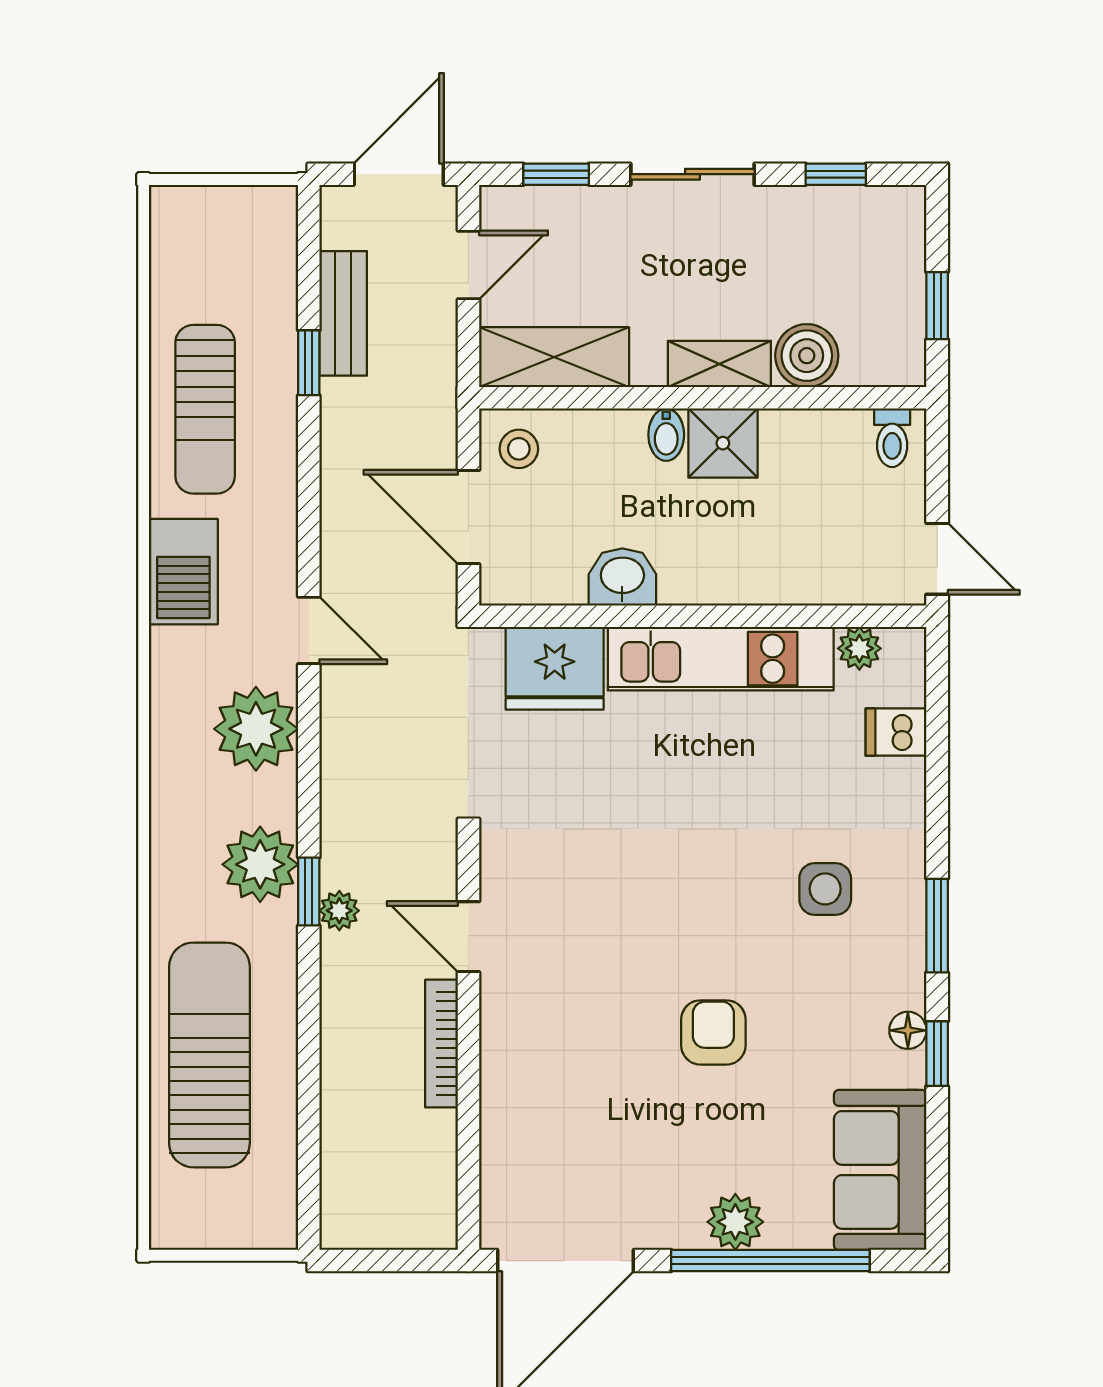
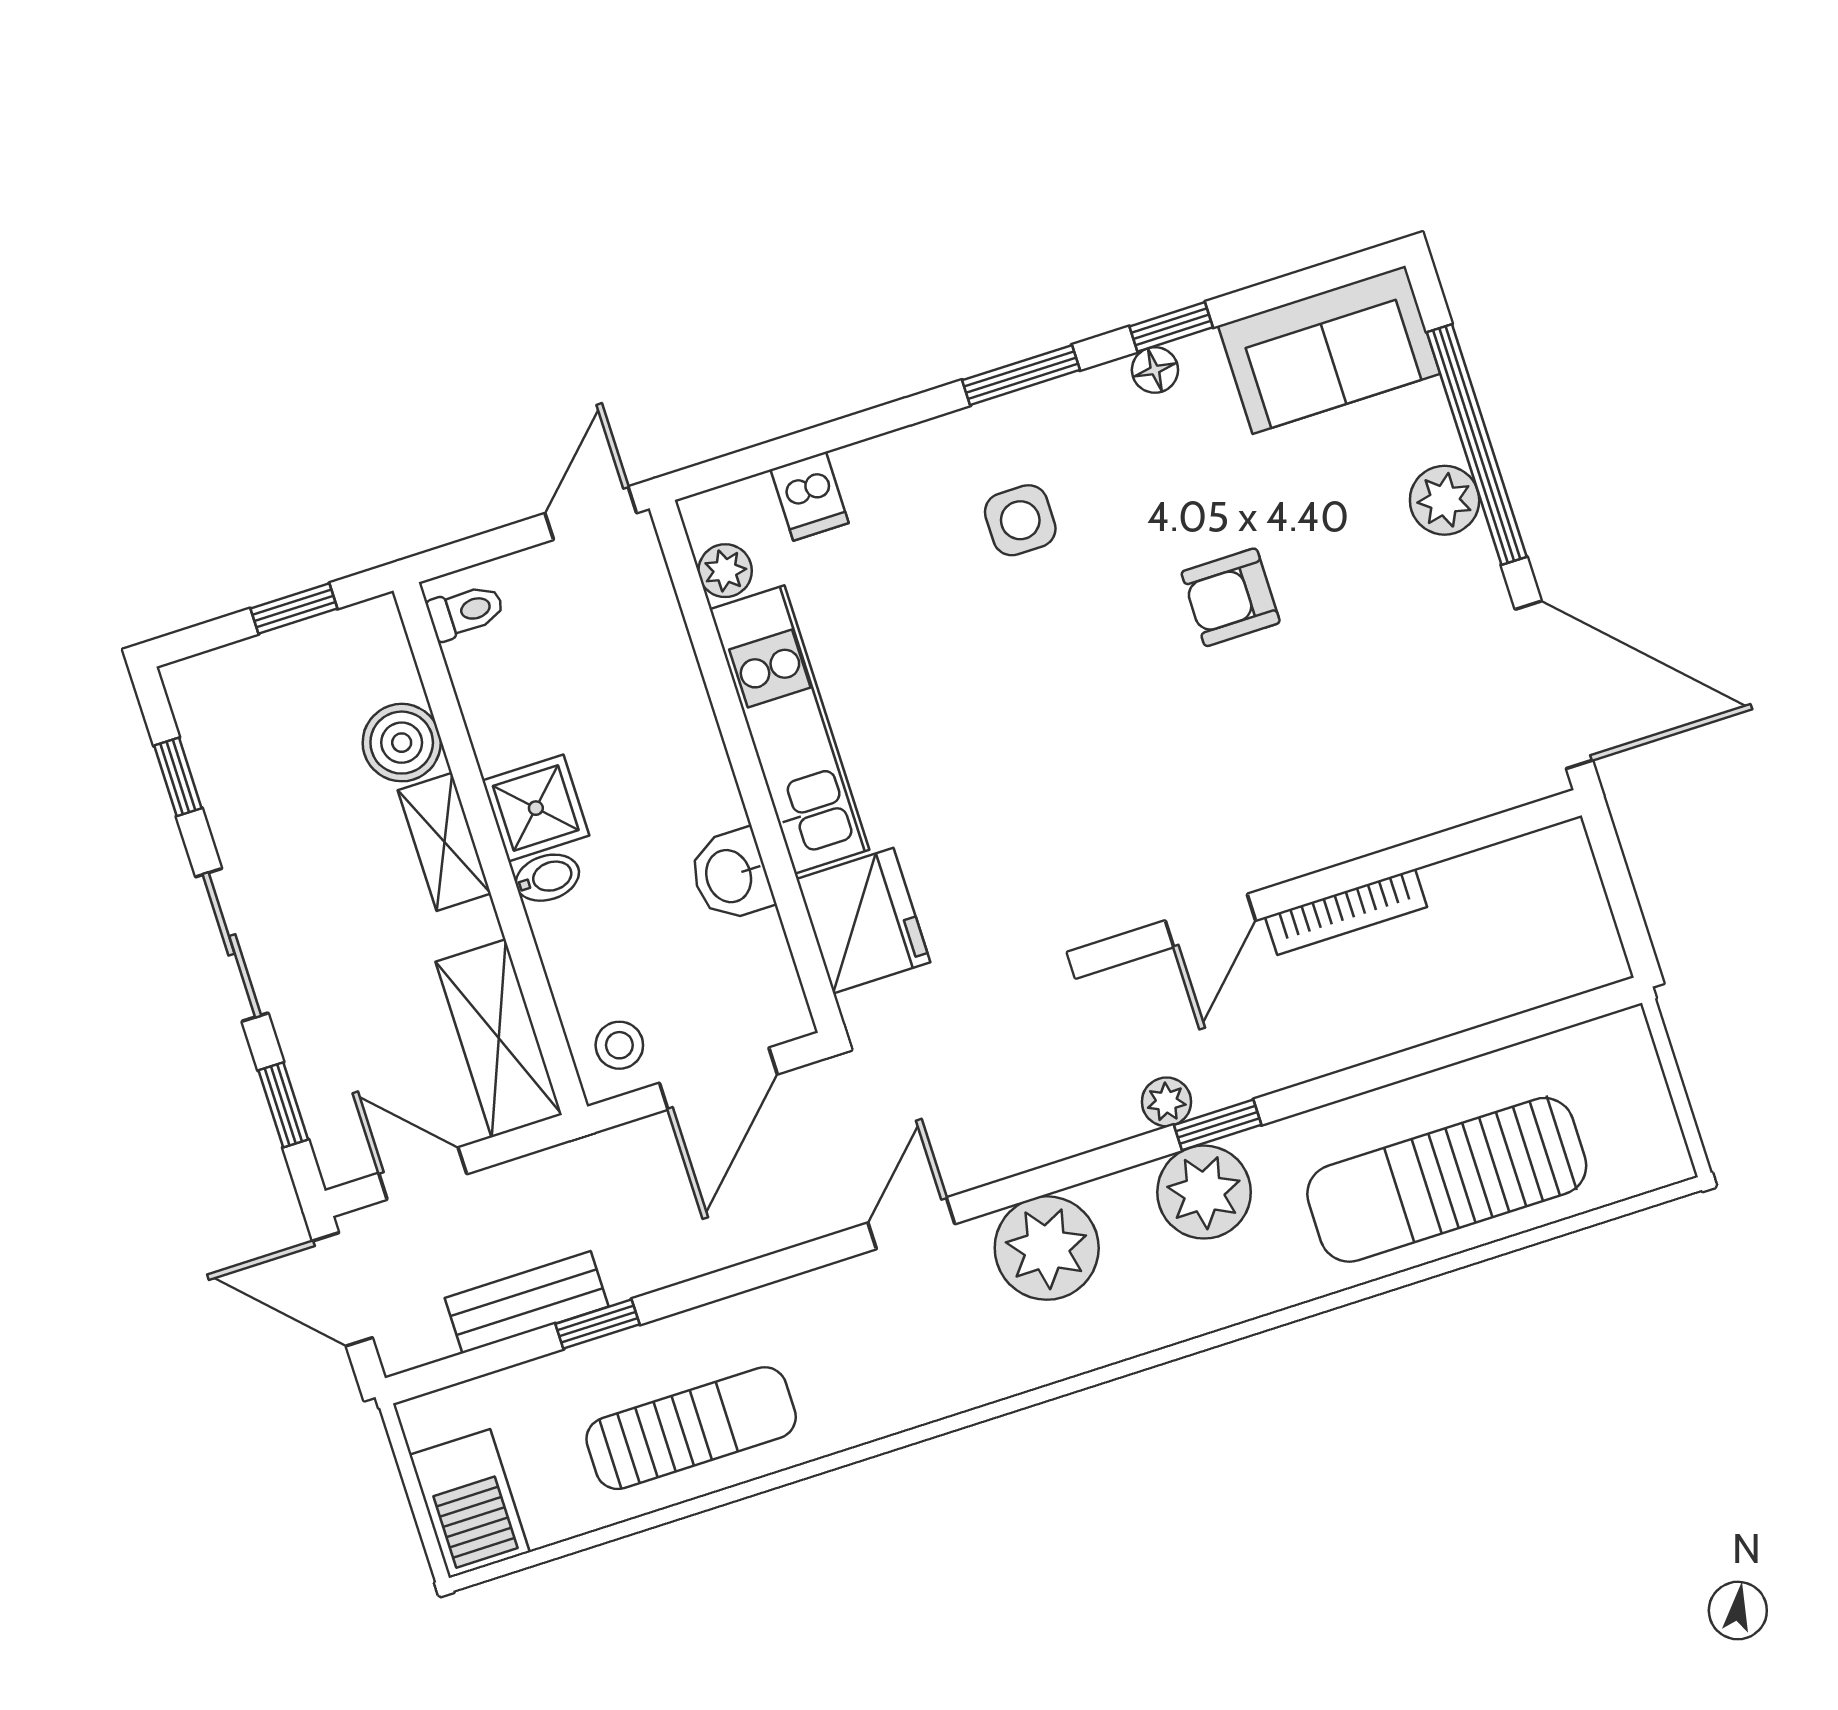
barbecue: (183, 572) -> (470, 1504), moved, turned 90
plant: (339, 911) -> (1166, 1102), moved

